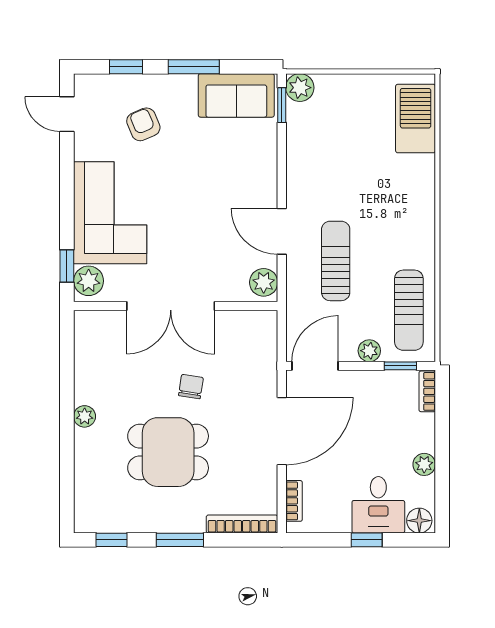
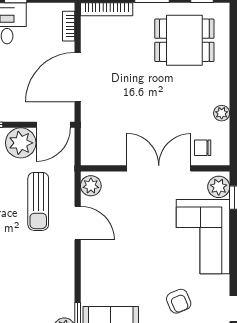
plant: (369, 351) -> (21, 143), width x1.87, depth x1.87
chair: (191, 387) -> (203, 148), moved, turned 81
plant: (85, 416) -> (222, 113), moved
dining table: (168, 452) -> (184, 40), moved

